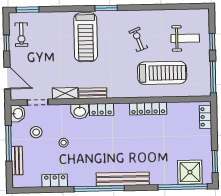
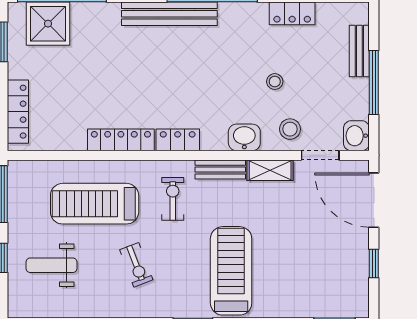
exercise bike: (21, 35) -> (173, 199), moved
door: (7, 78) -> (374, 200), width x1.36
locker: (102, 110) -> (178, 140), moved
locker: (206, 117) -> (18, 112), width x1.53
stool: (36, 132) -> (290, 129), moved

